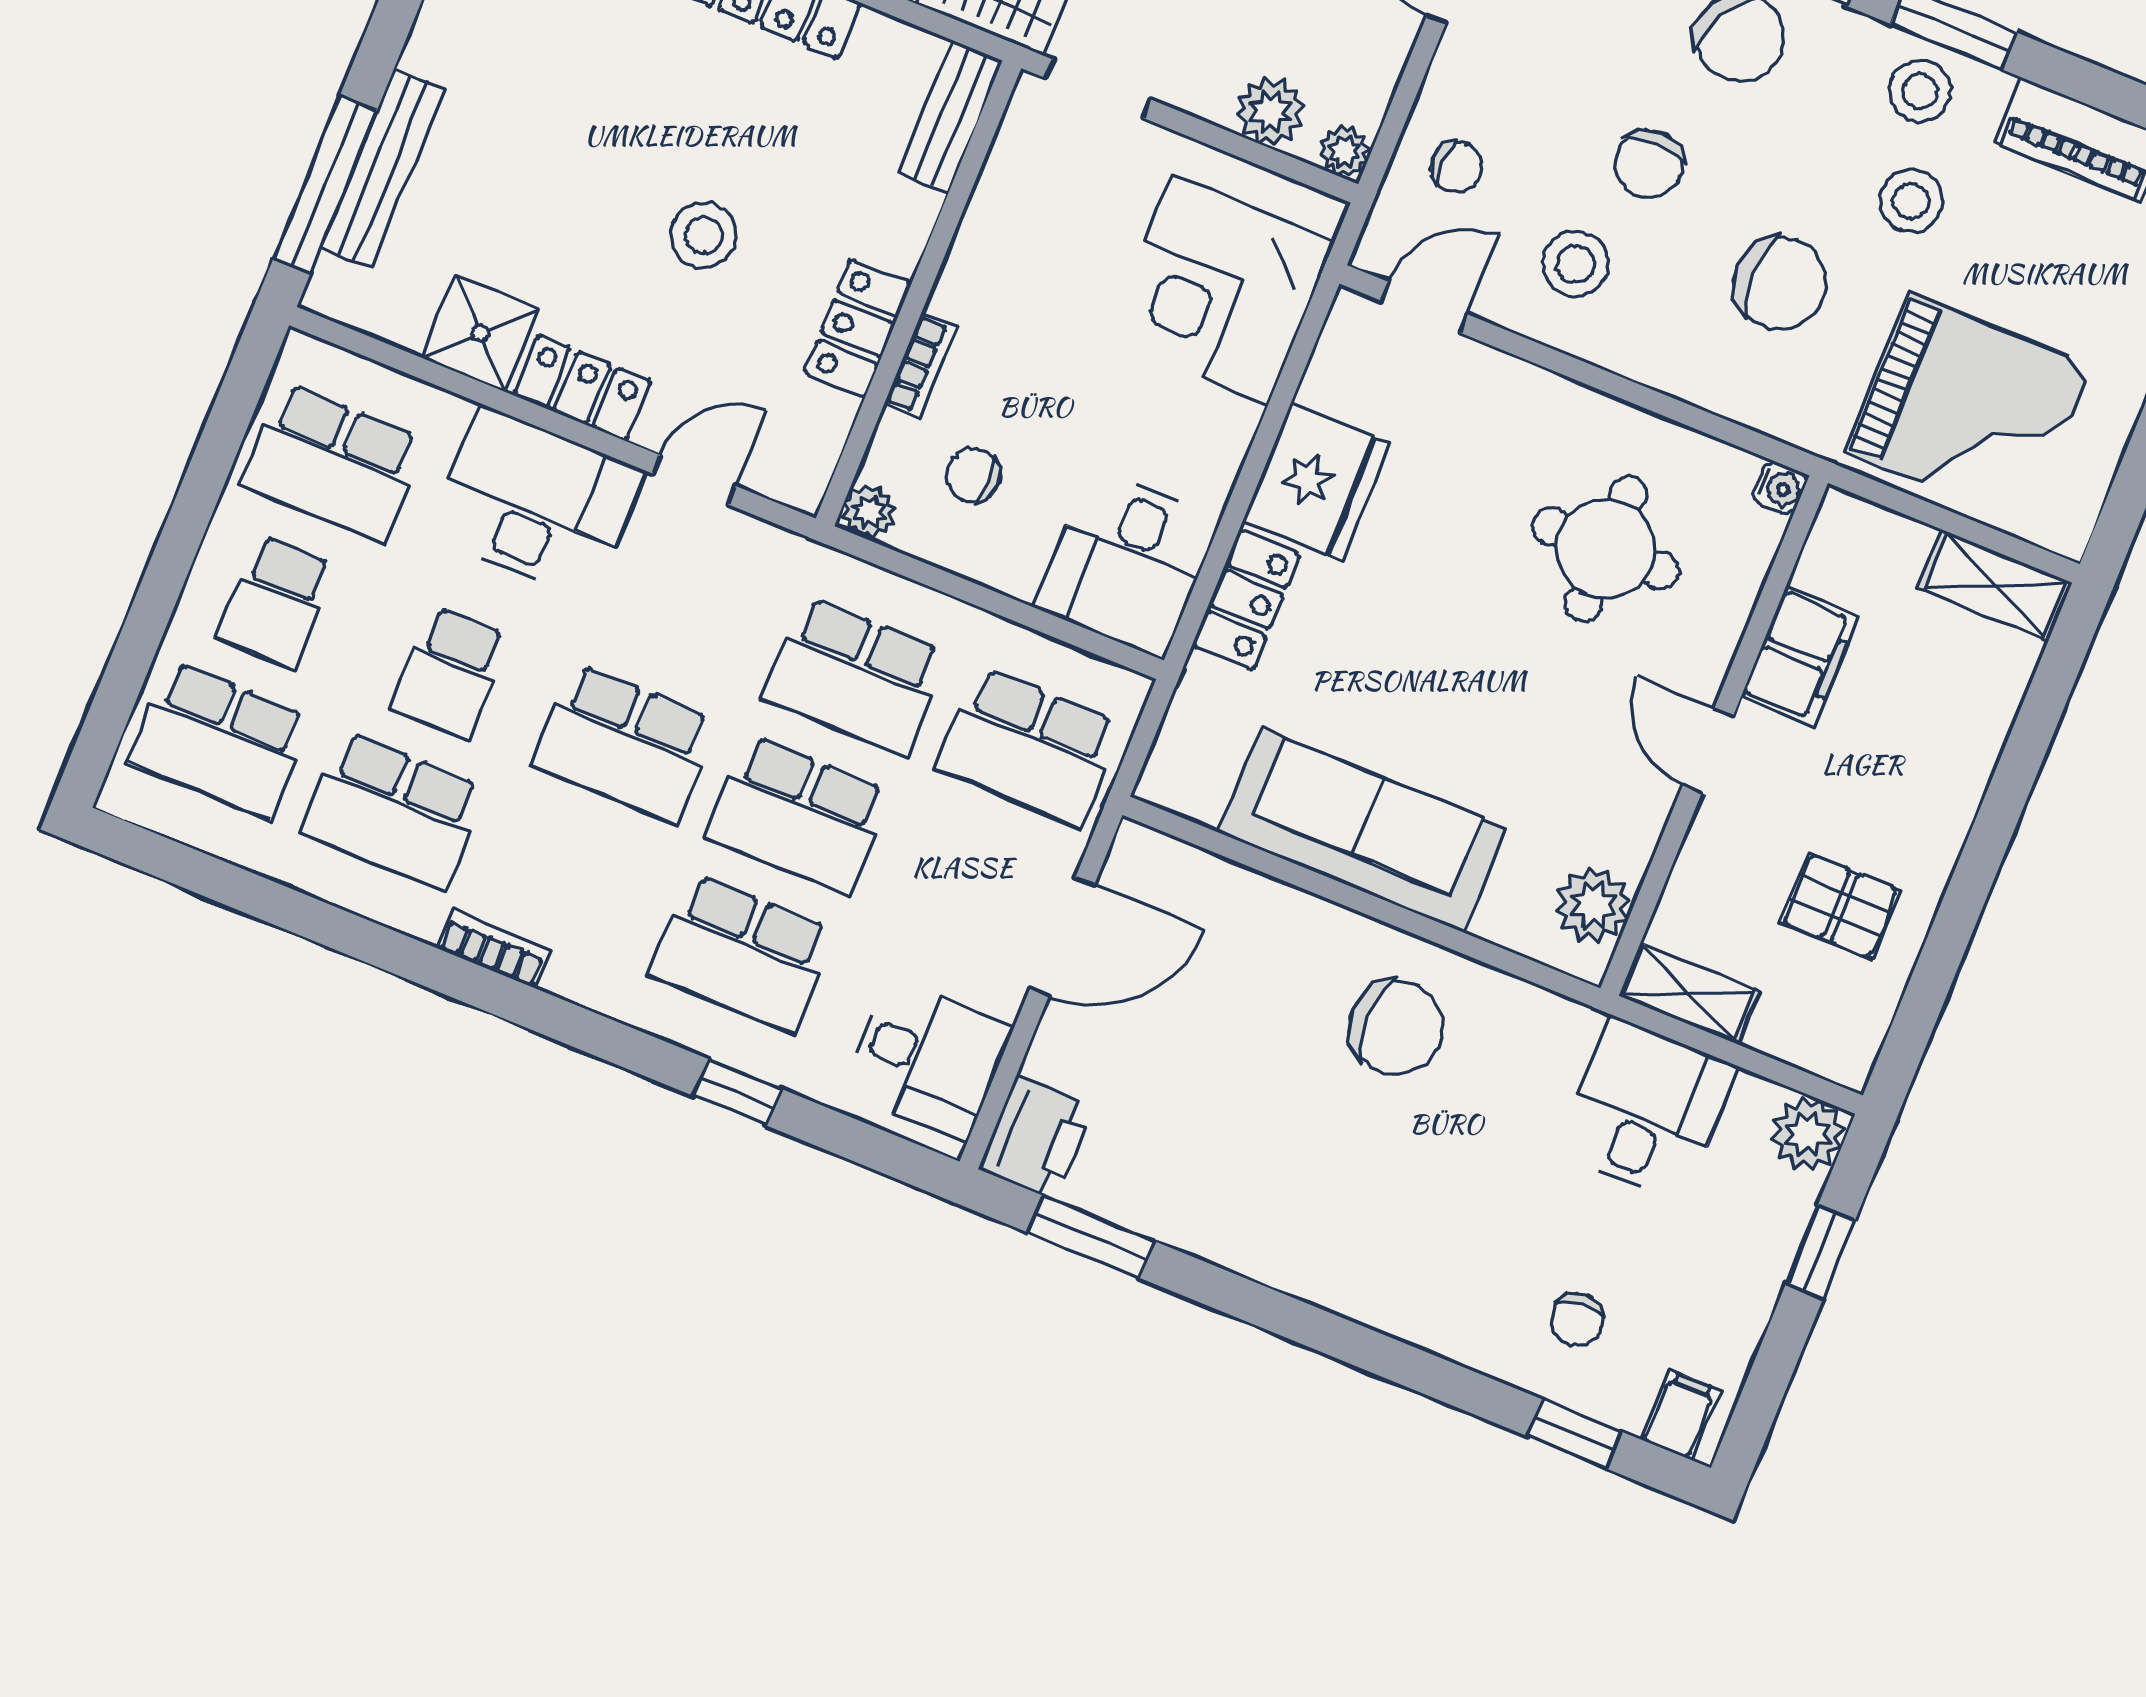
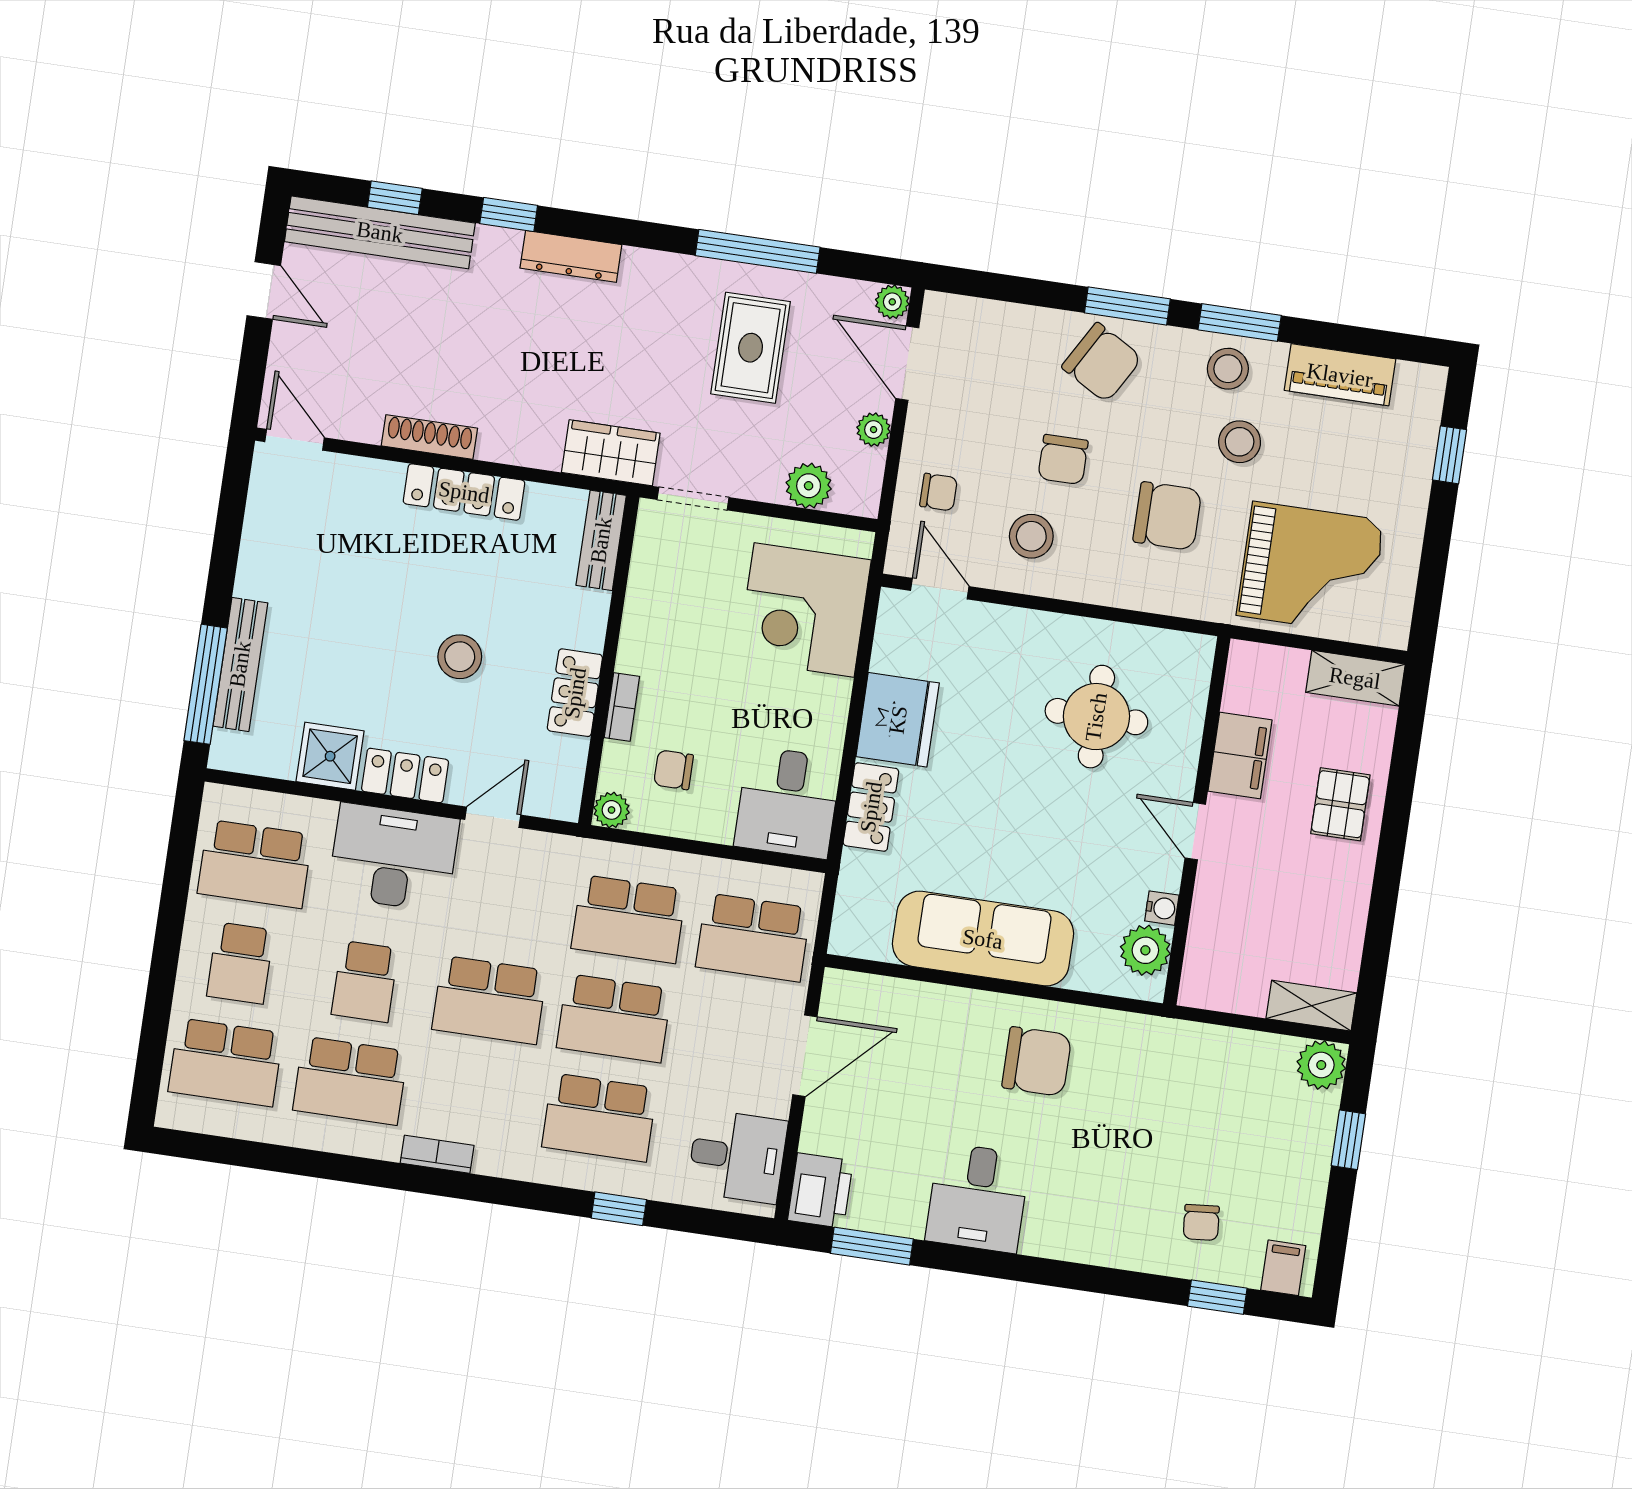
plant: (1344, 151) -> (874, 430), moved
door: (1424, 307) -> (940, 589), hinge flipped
water cooler: (1780, 488) -> (1162, 908), moved
pallet: (1840, 906) -> (1340, 804), moved, turned 90
shelving: (1689, 993) -> (1311, 1006), moved
desk: (1647, 1110) -> (978, 1198), moved, turned 180

